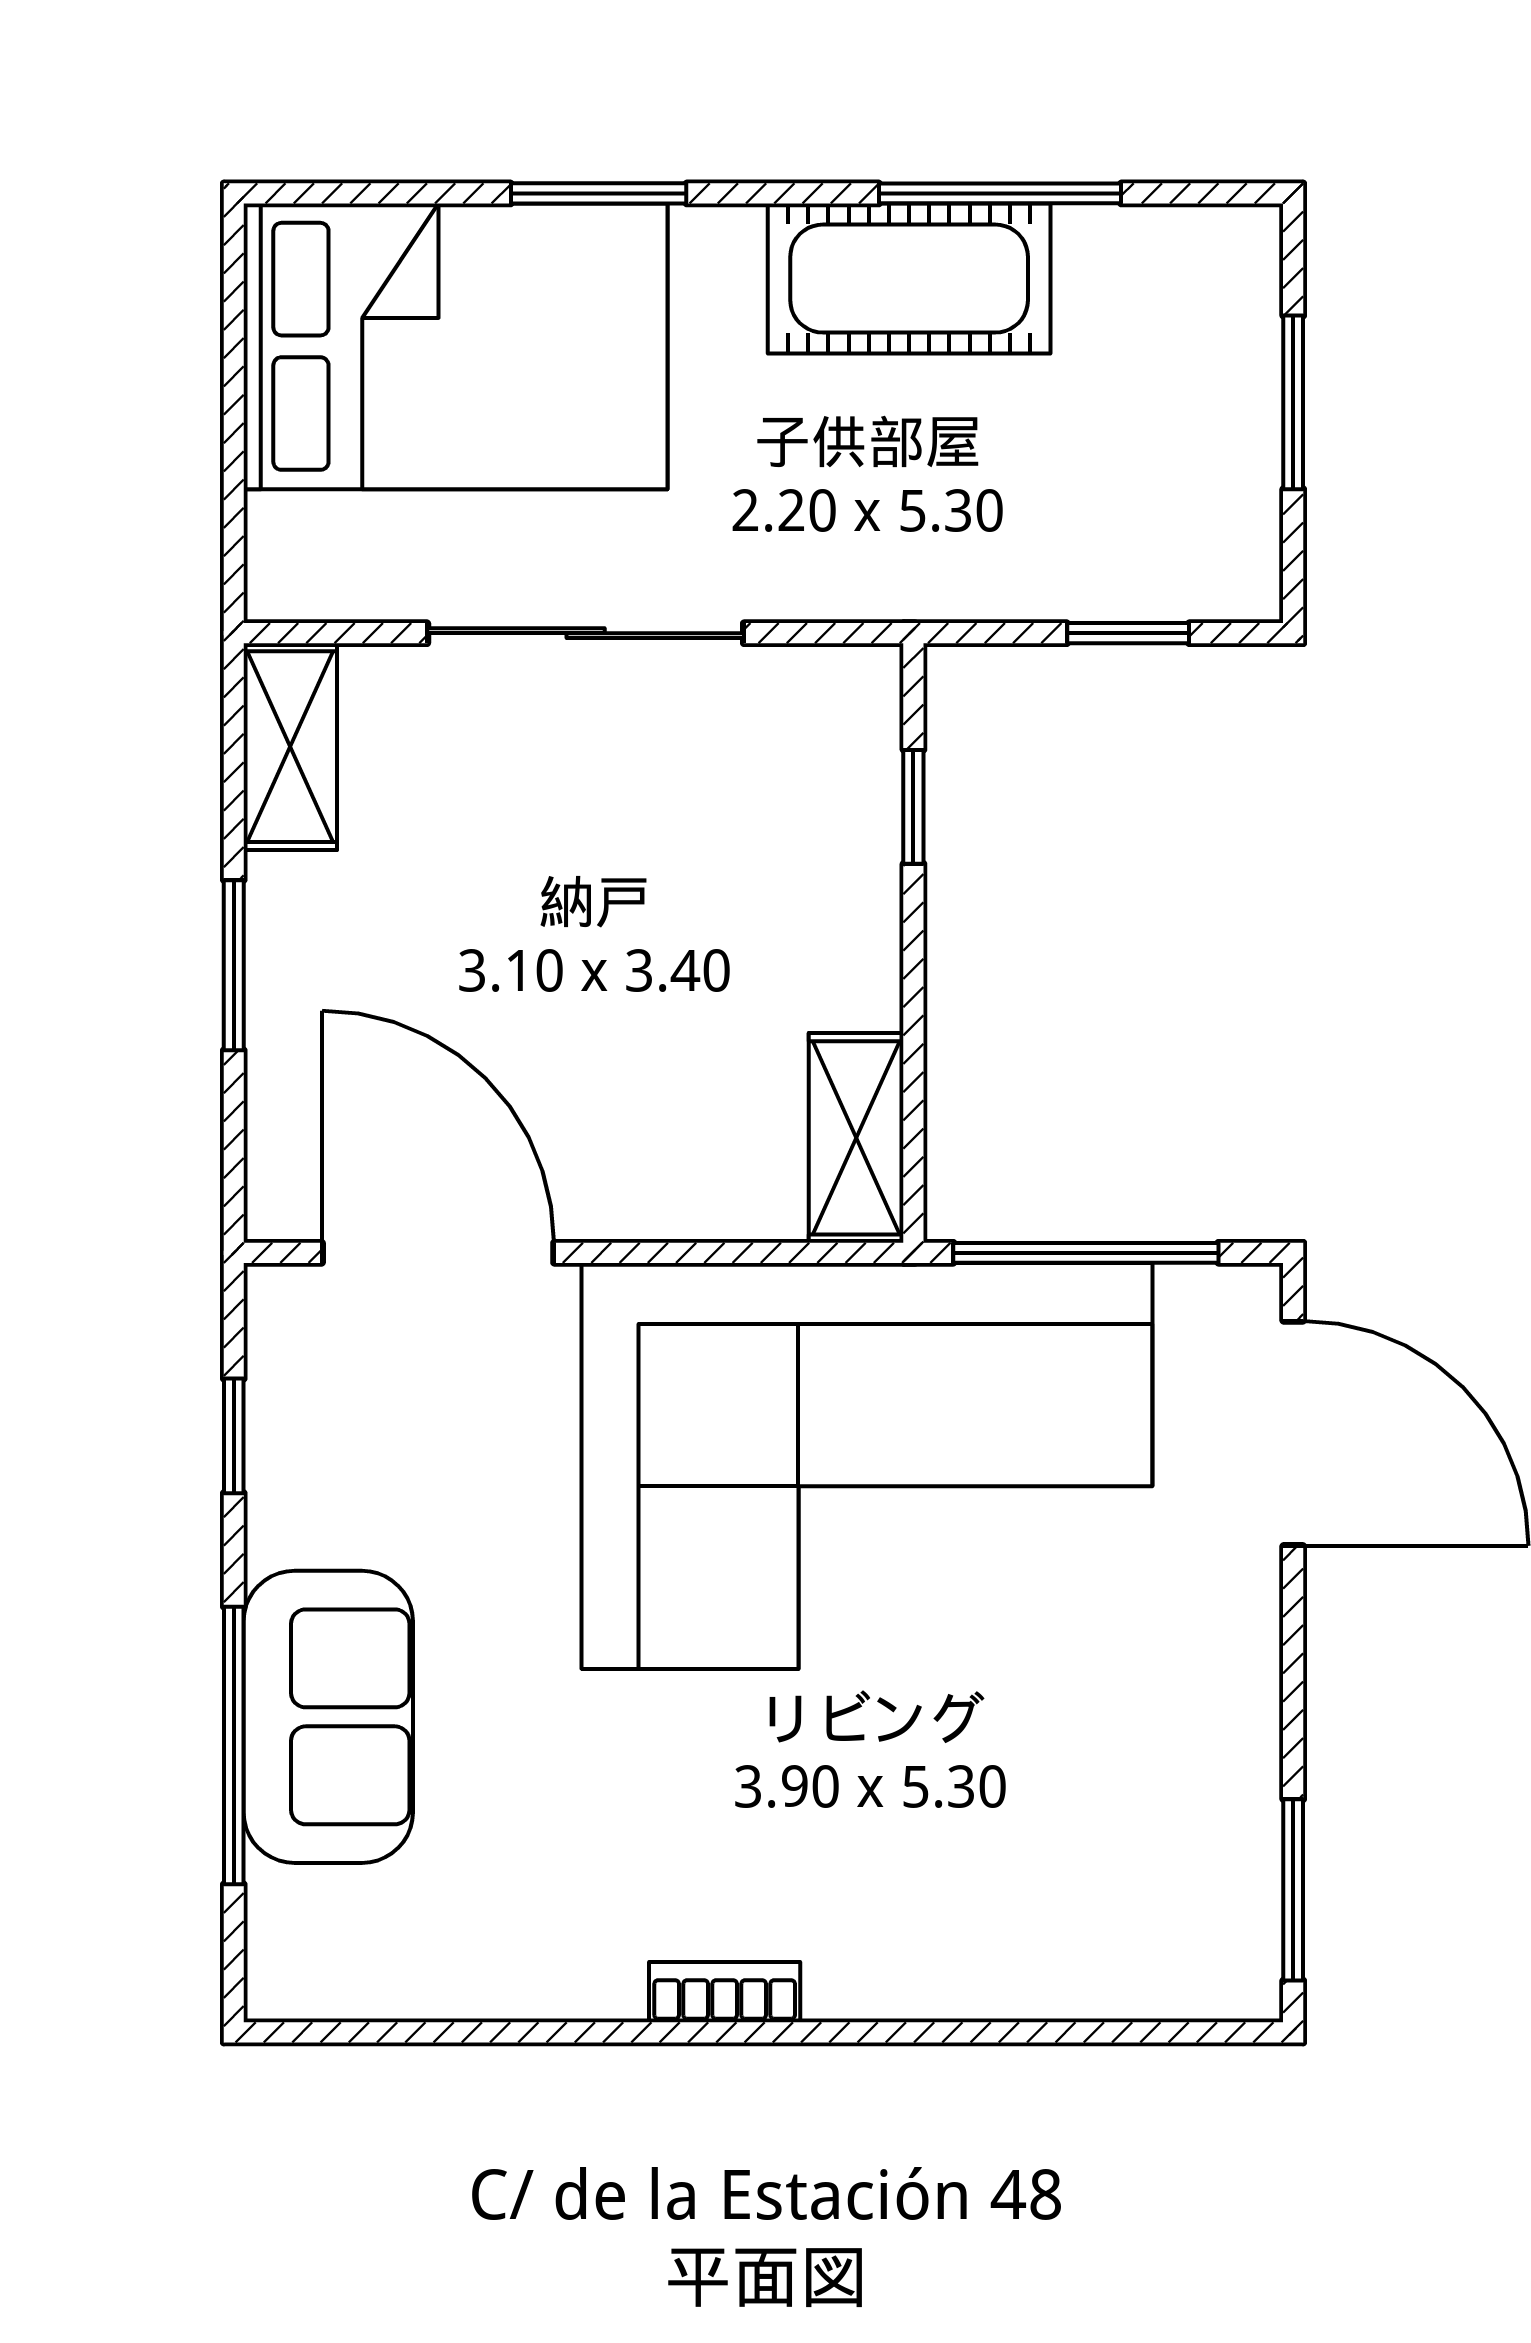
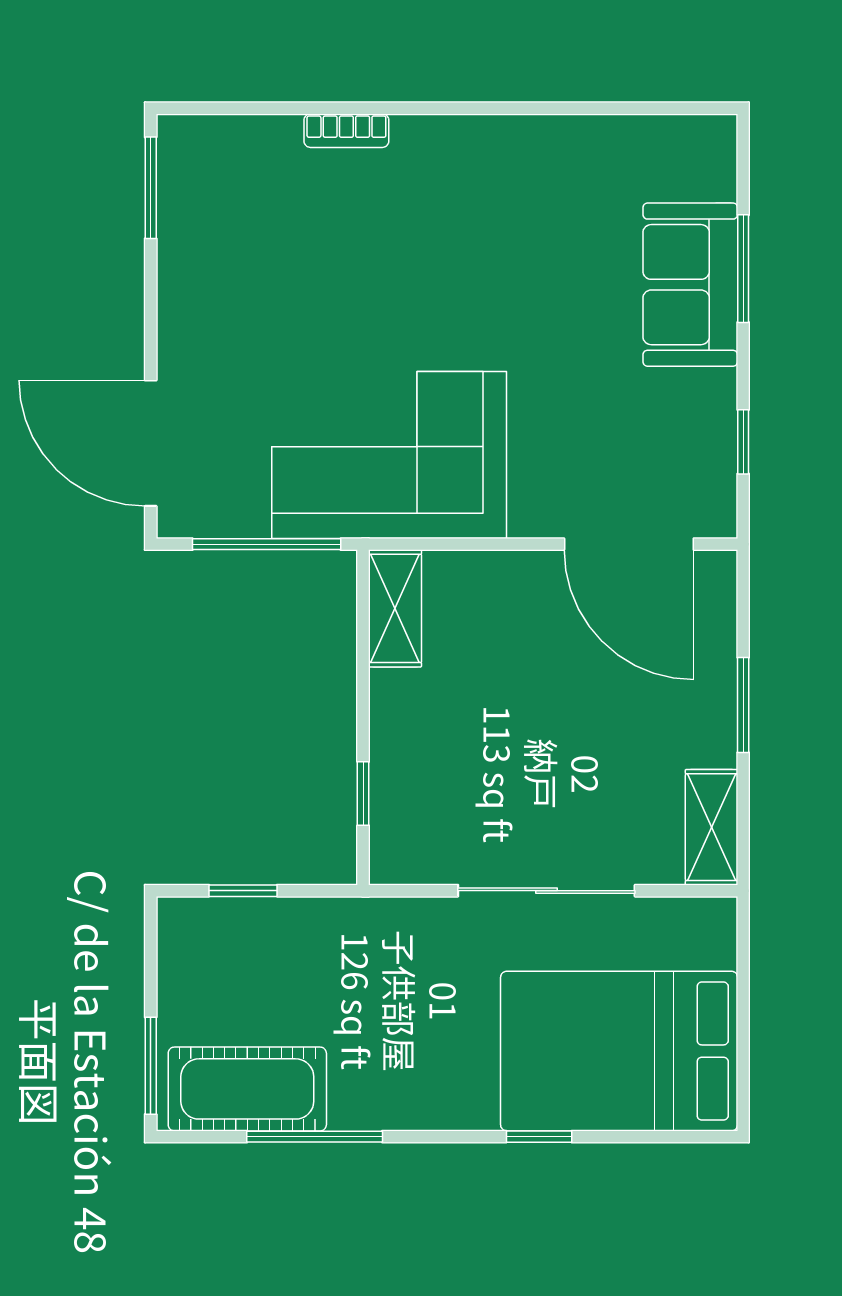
window: (599, 193) -> (539, 1137), width x0.67
cot: (909, 279) -> (247, 1089), moved
window: (1293, 402) -> (151, 1066), moved
corner sofa: (867, 1466) -> (389, 455), width x0.73, depth x0.74
window: (234, 1746) -> (743, 269), width x0.69
bookcase: (725, 1992) -> (346, 131), moved

